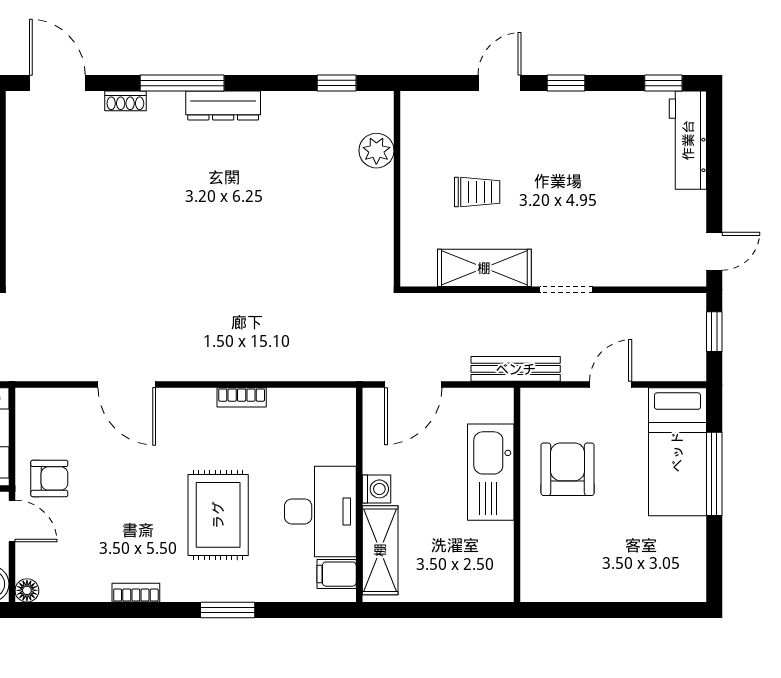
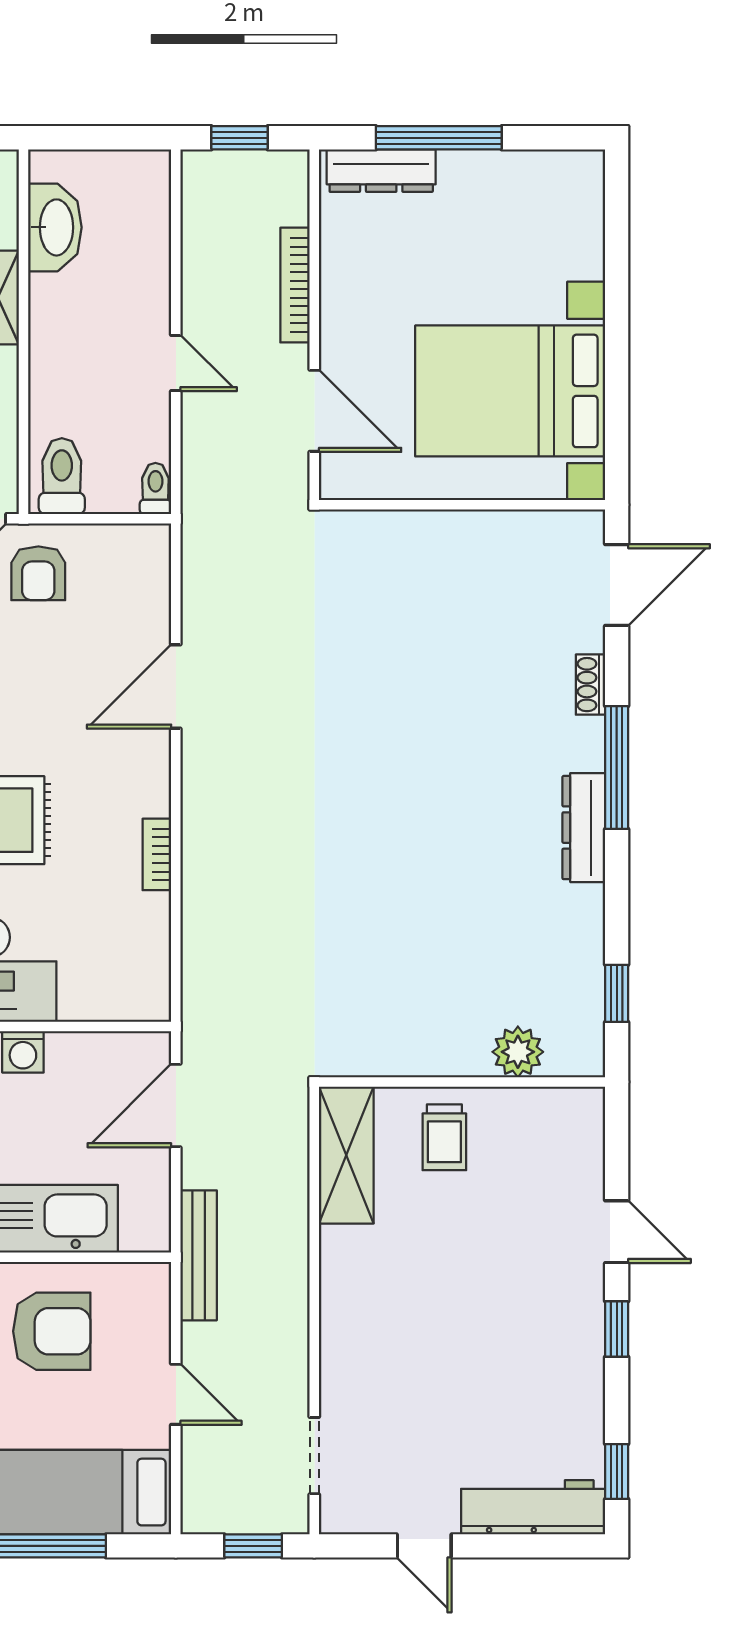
trolley: (477, 192) -> (444, 1137), moved
door: (714, 251) -> (424, 1546), moved
shelving: (484, 268) -> (346, 1155), moved
doorway: (566, 290) -> (314, 1456), moved
door: (413, 384) -> (176, 1106), hinge flipped

